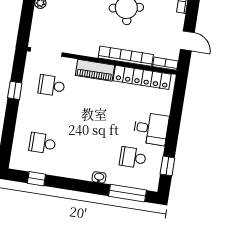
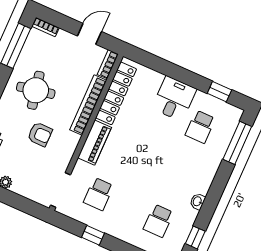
armchair: (89, 21) -> (40, 134), added
washbasin: (99, 177) -> (197, 201), moved

